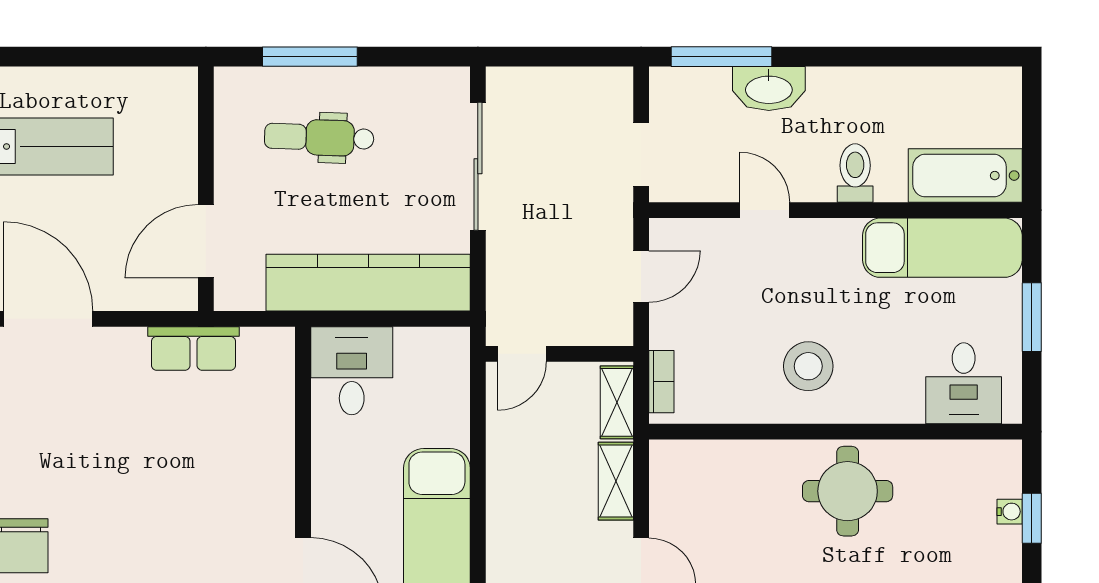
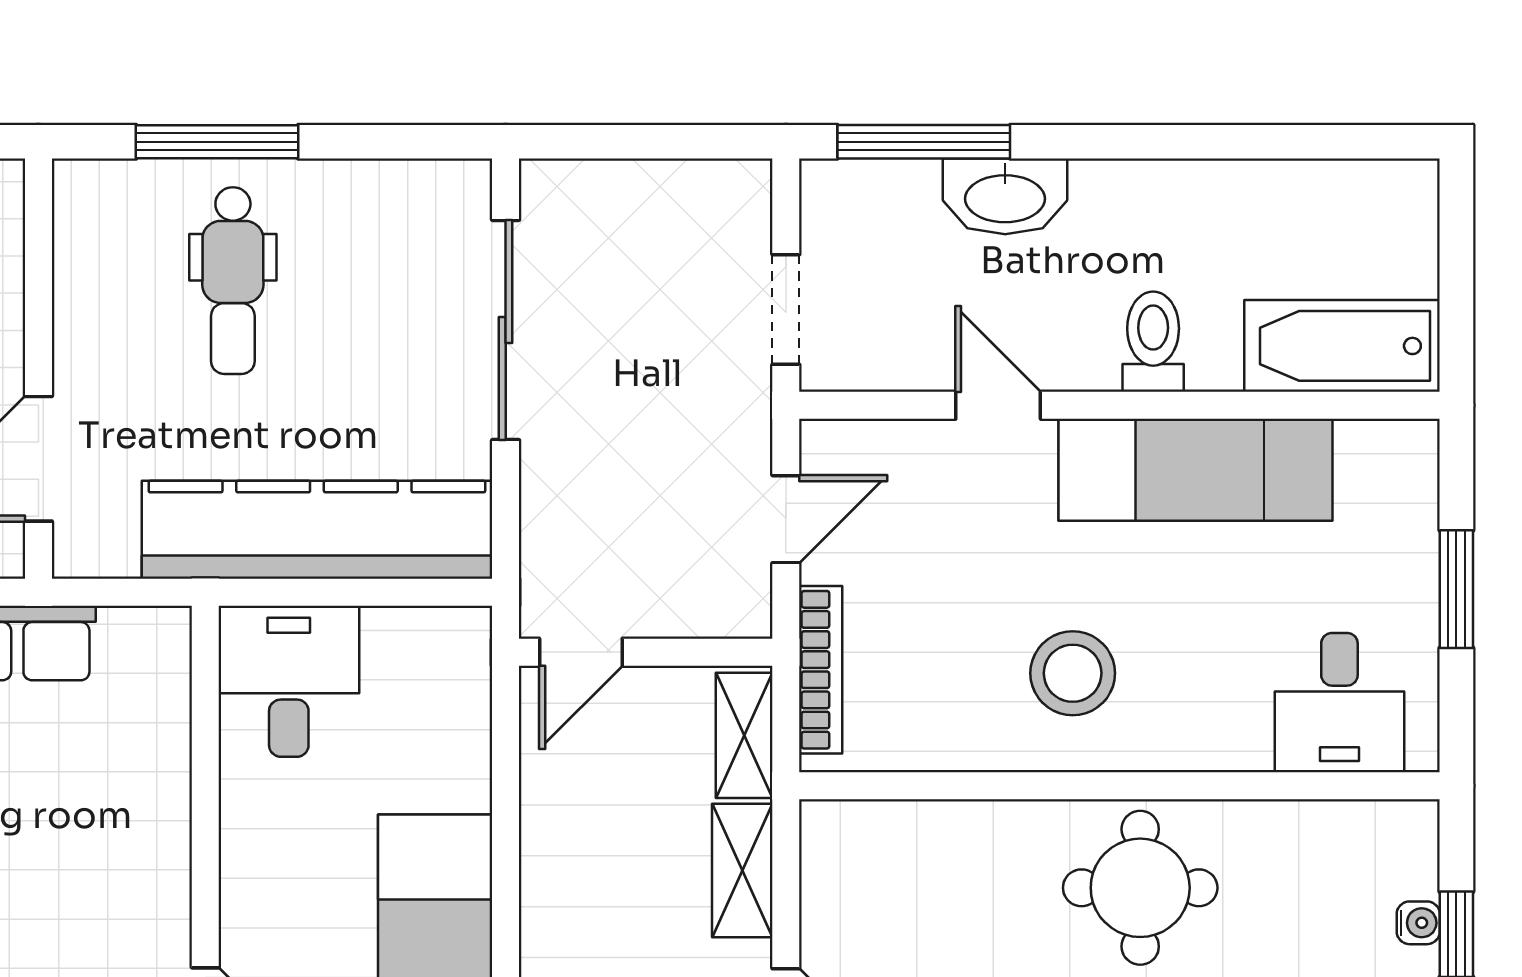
dental chair: (319, 137) -> (233, 281), turned -92
exam couch: (942, 248) -> (1195, 470), moved
bookcase: (661, 382) -> (821, 670), width x1.56

